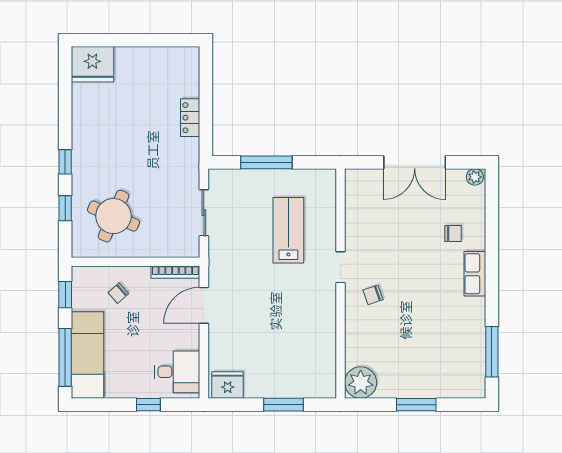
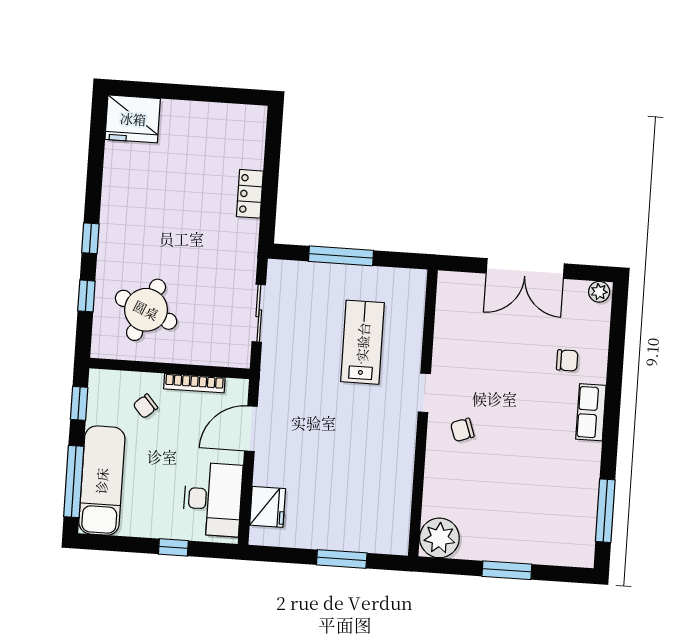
bookcase: (175, 272) -> (194, 383), moved
desk: (177, 372) -> (213, 499), width x1.37
fridge: (228, 385) -> (268, 507), moved, turned 90

